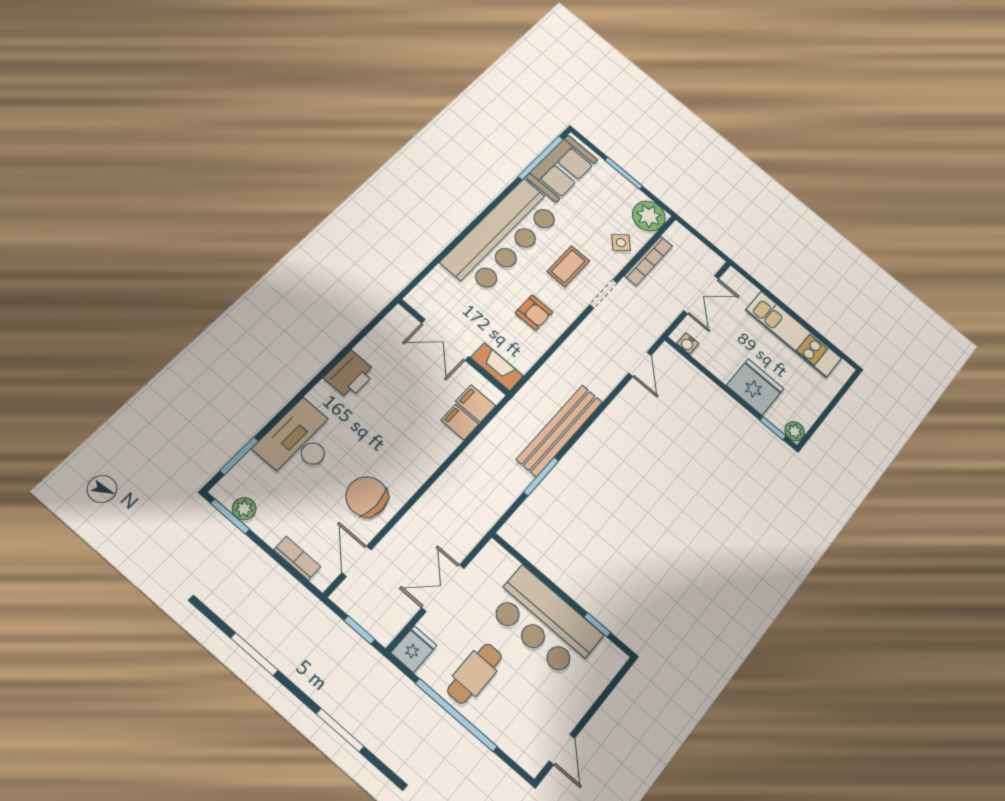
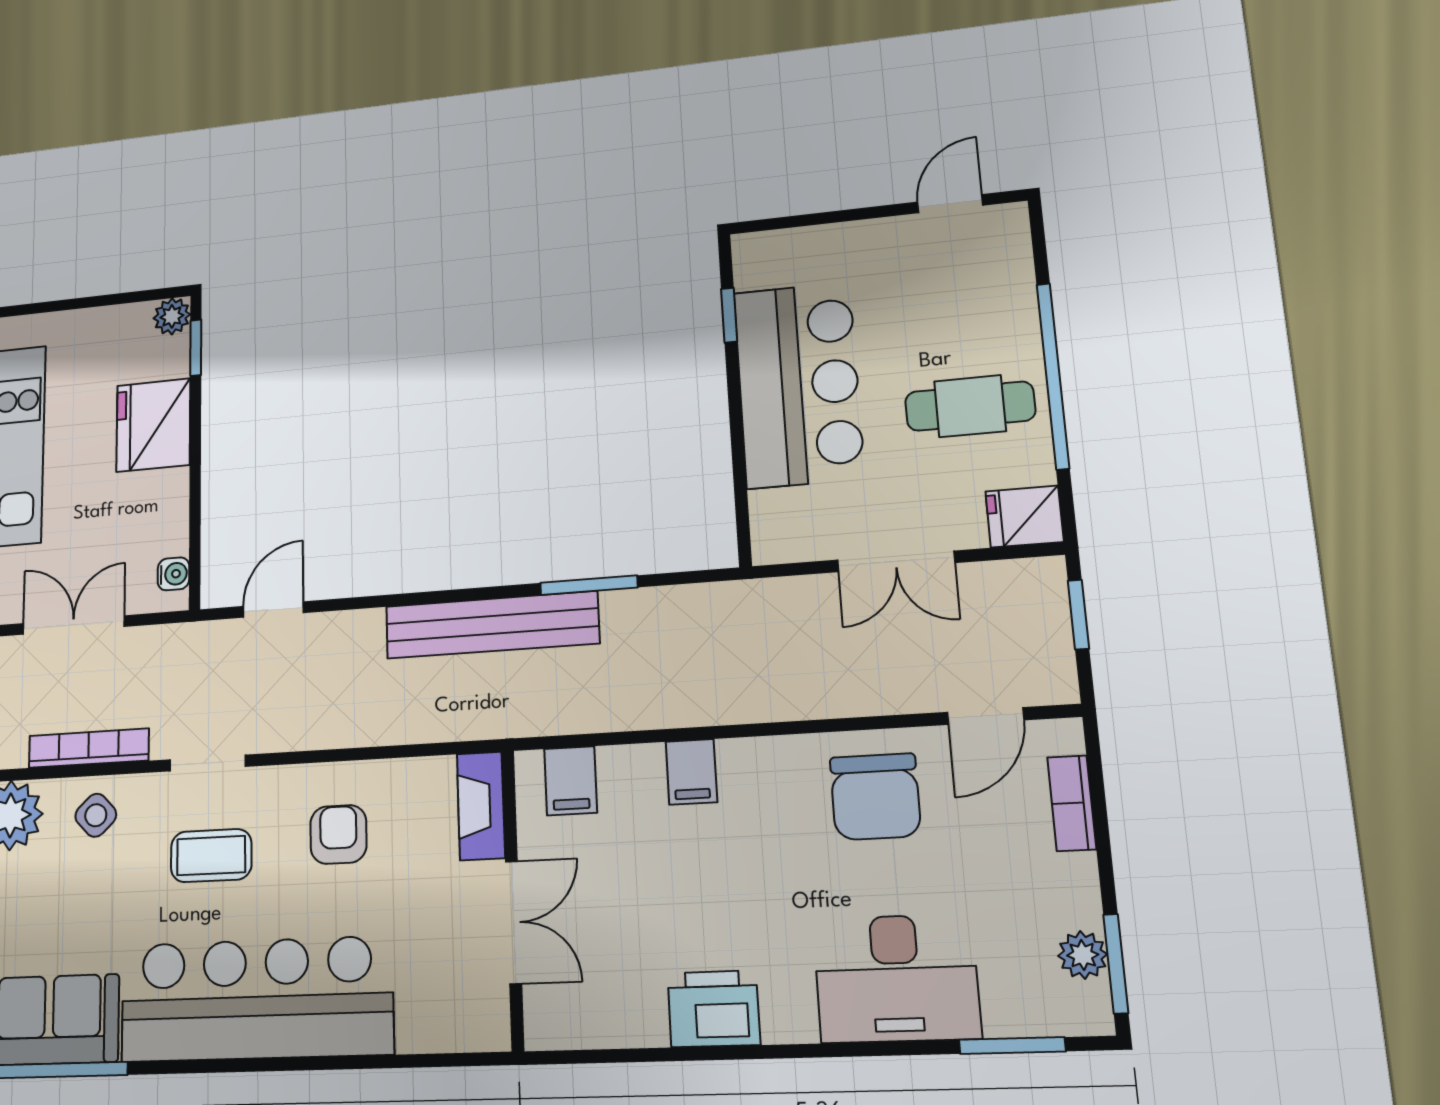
filing cabinet: (460, 422) -> (691, 772), moved

